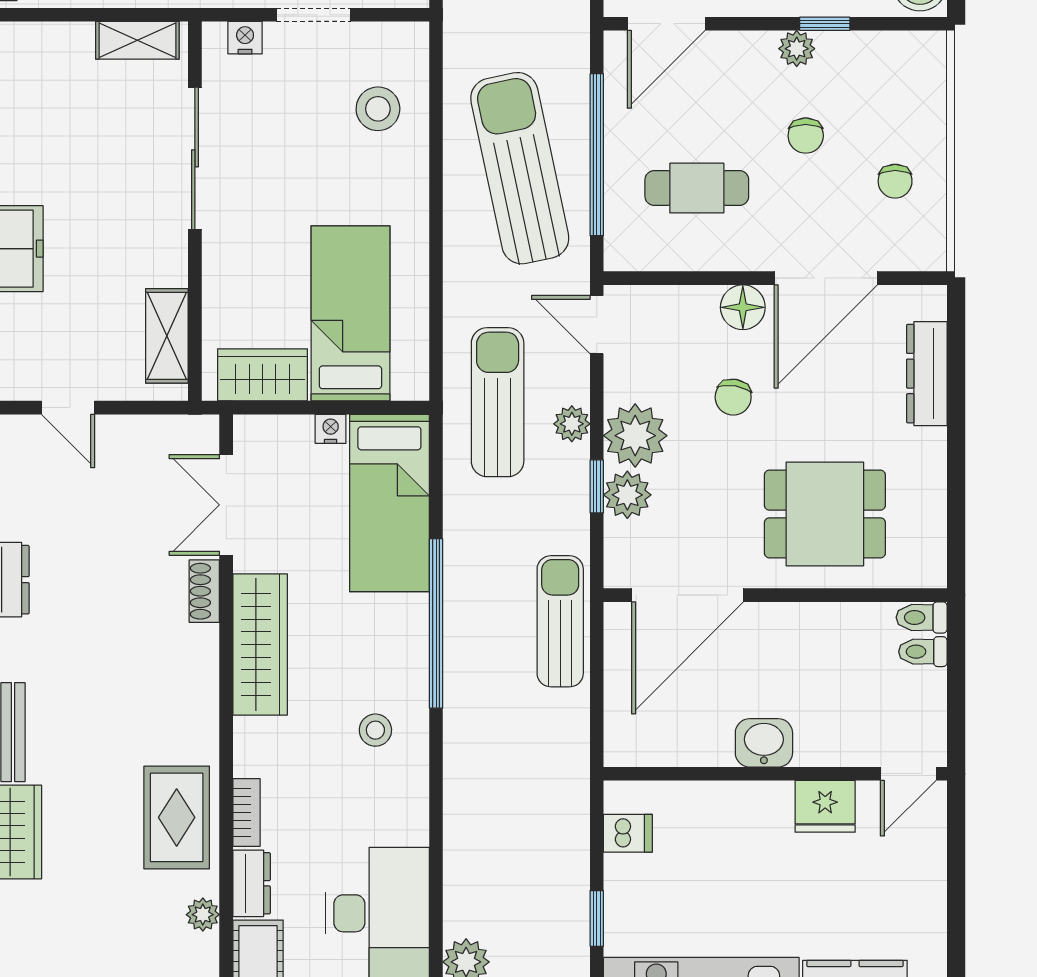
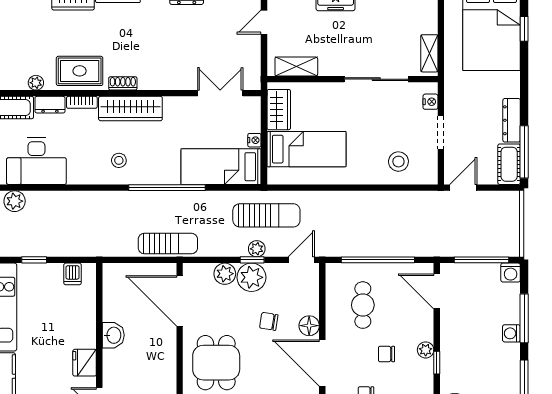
sun lounger: (520, 168) -> (372, 225), removed
window: (597, 486) -> (252, 260), moved
shoe rack: (204, 591) -> (123, 83), moved
wardrobe: (260, 644) -> (130, 109), moved

